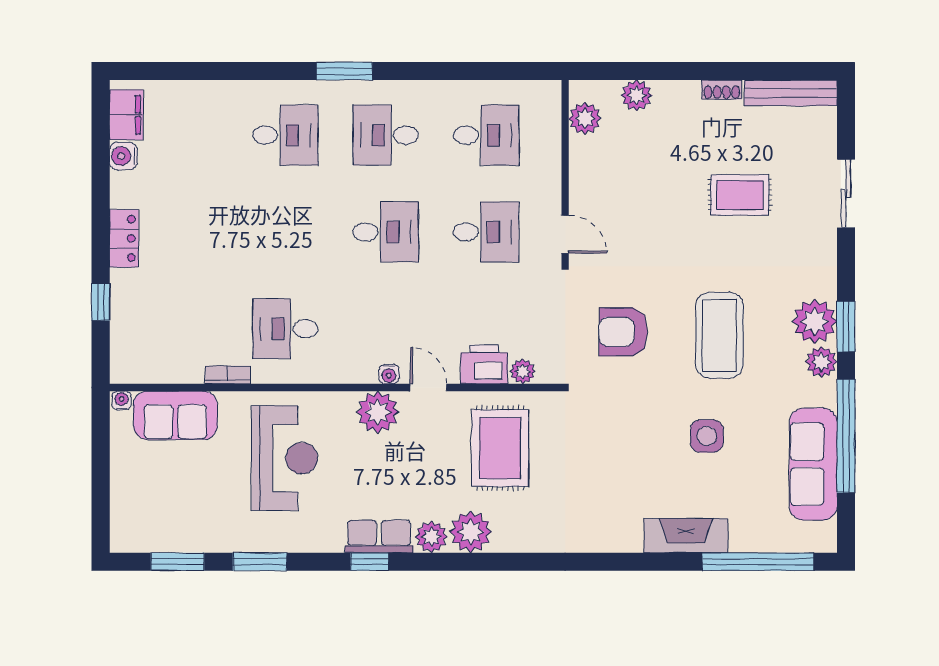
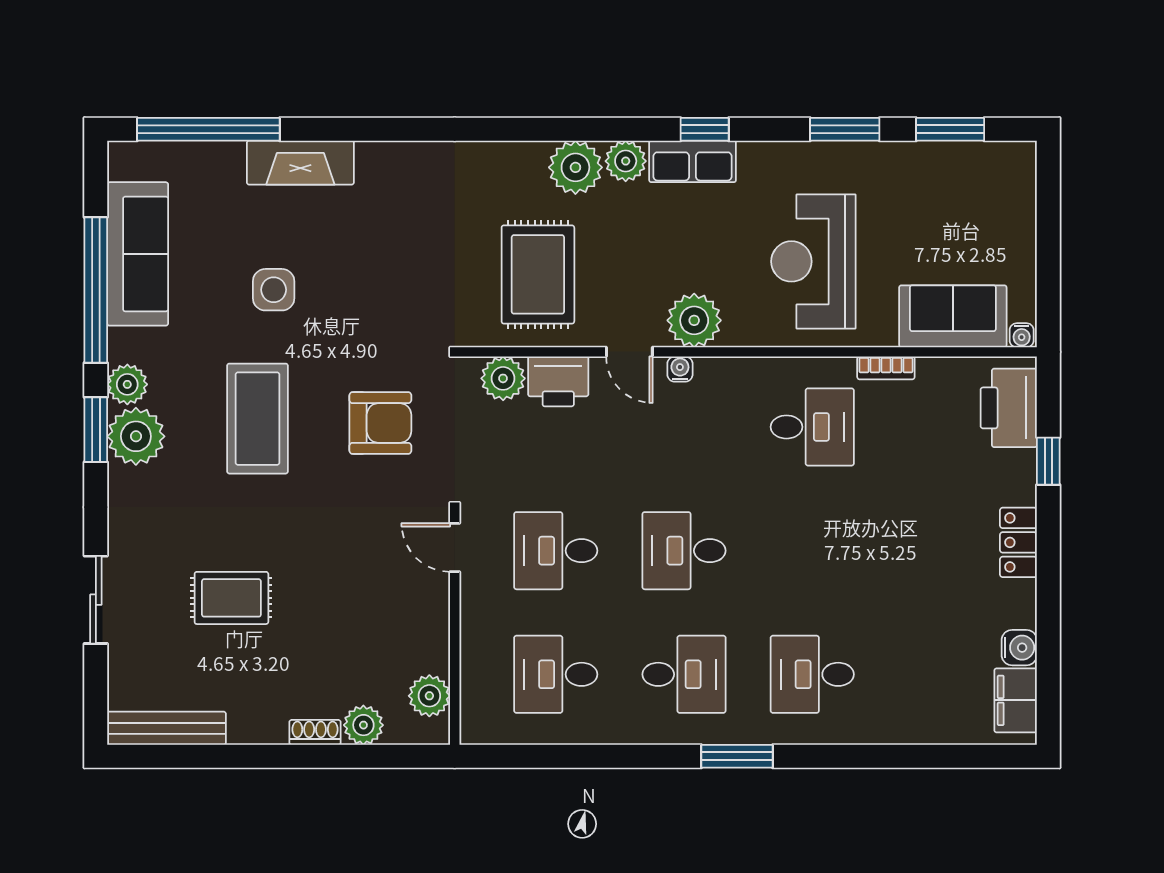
shoe rack: (722, 90) -> (315, 732), moved
printer: (132, 344) -> (1009, 408), added
plant: (523, 371) -> (503, 378), width x1.38, depth x1.38

